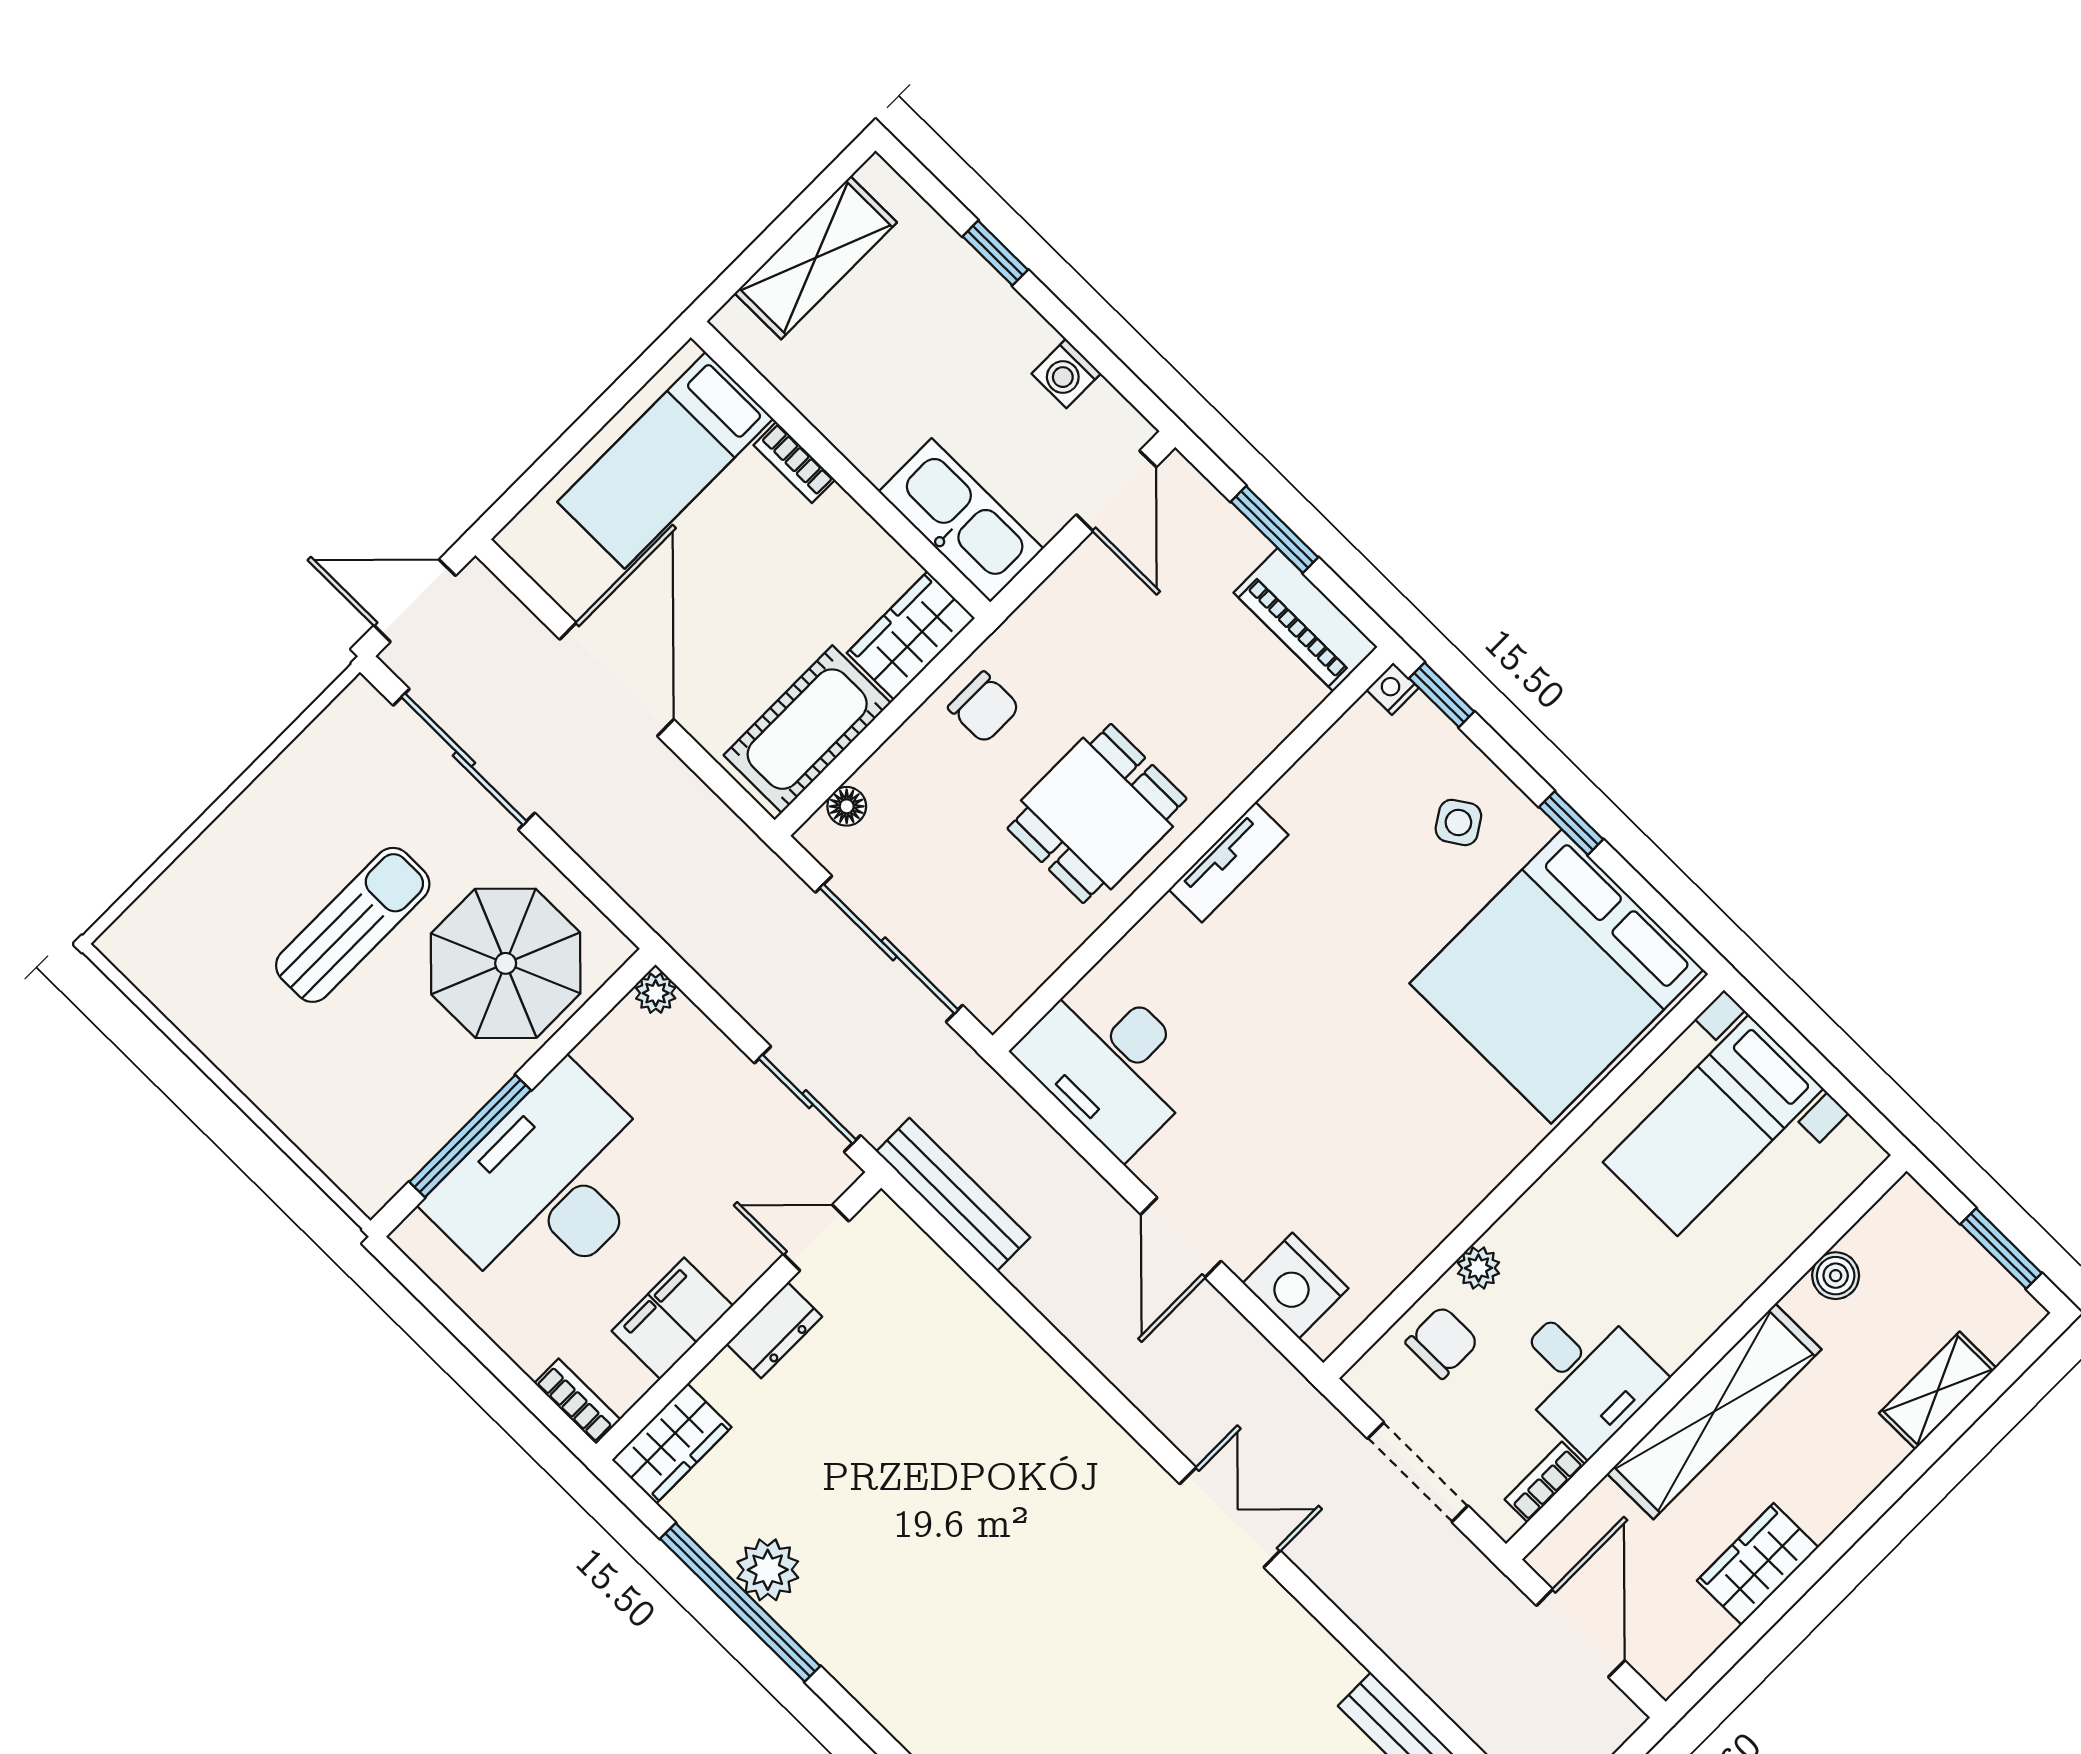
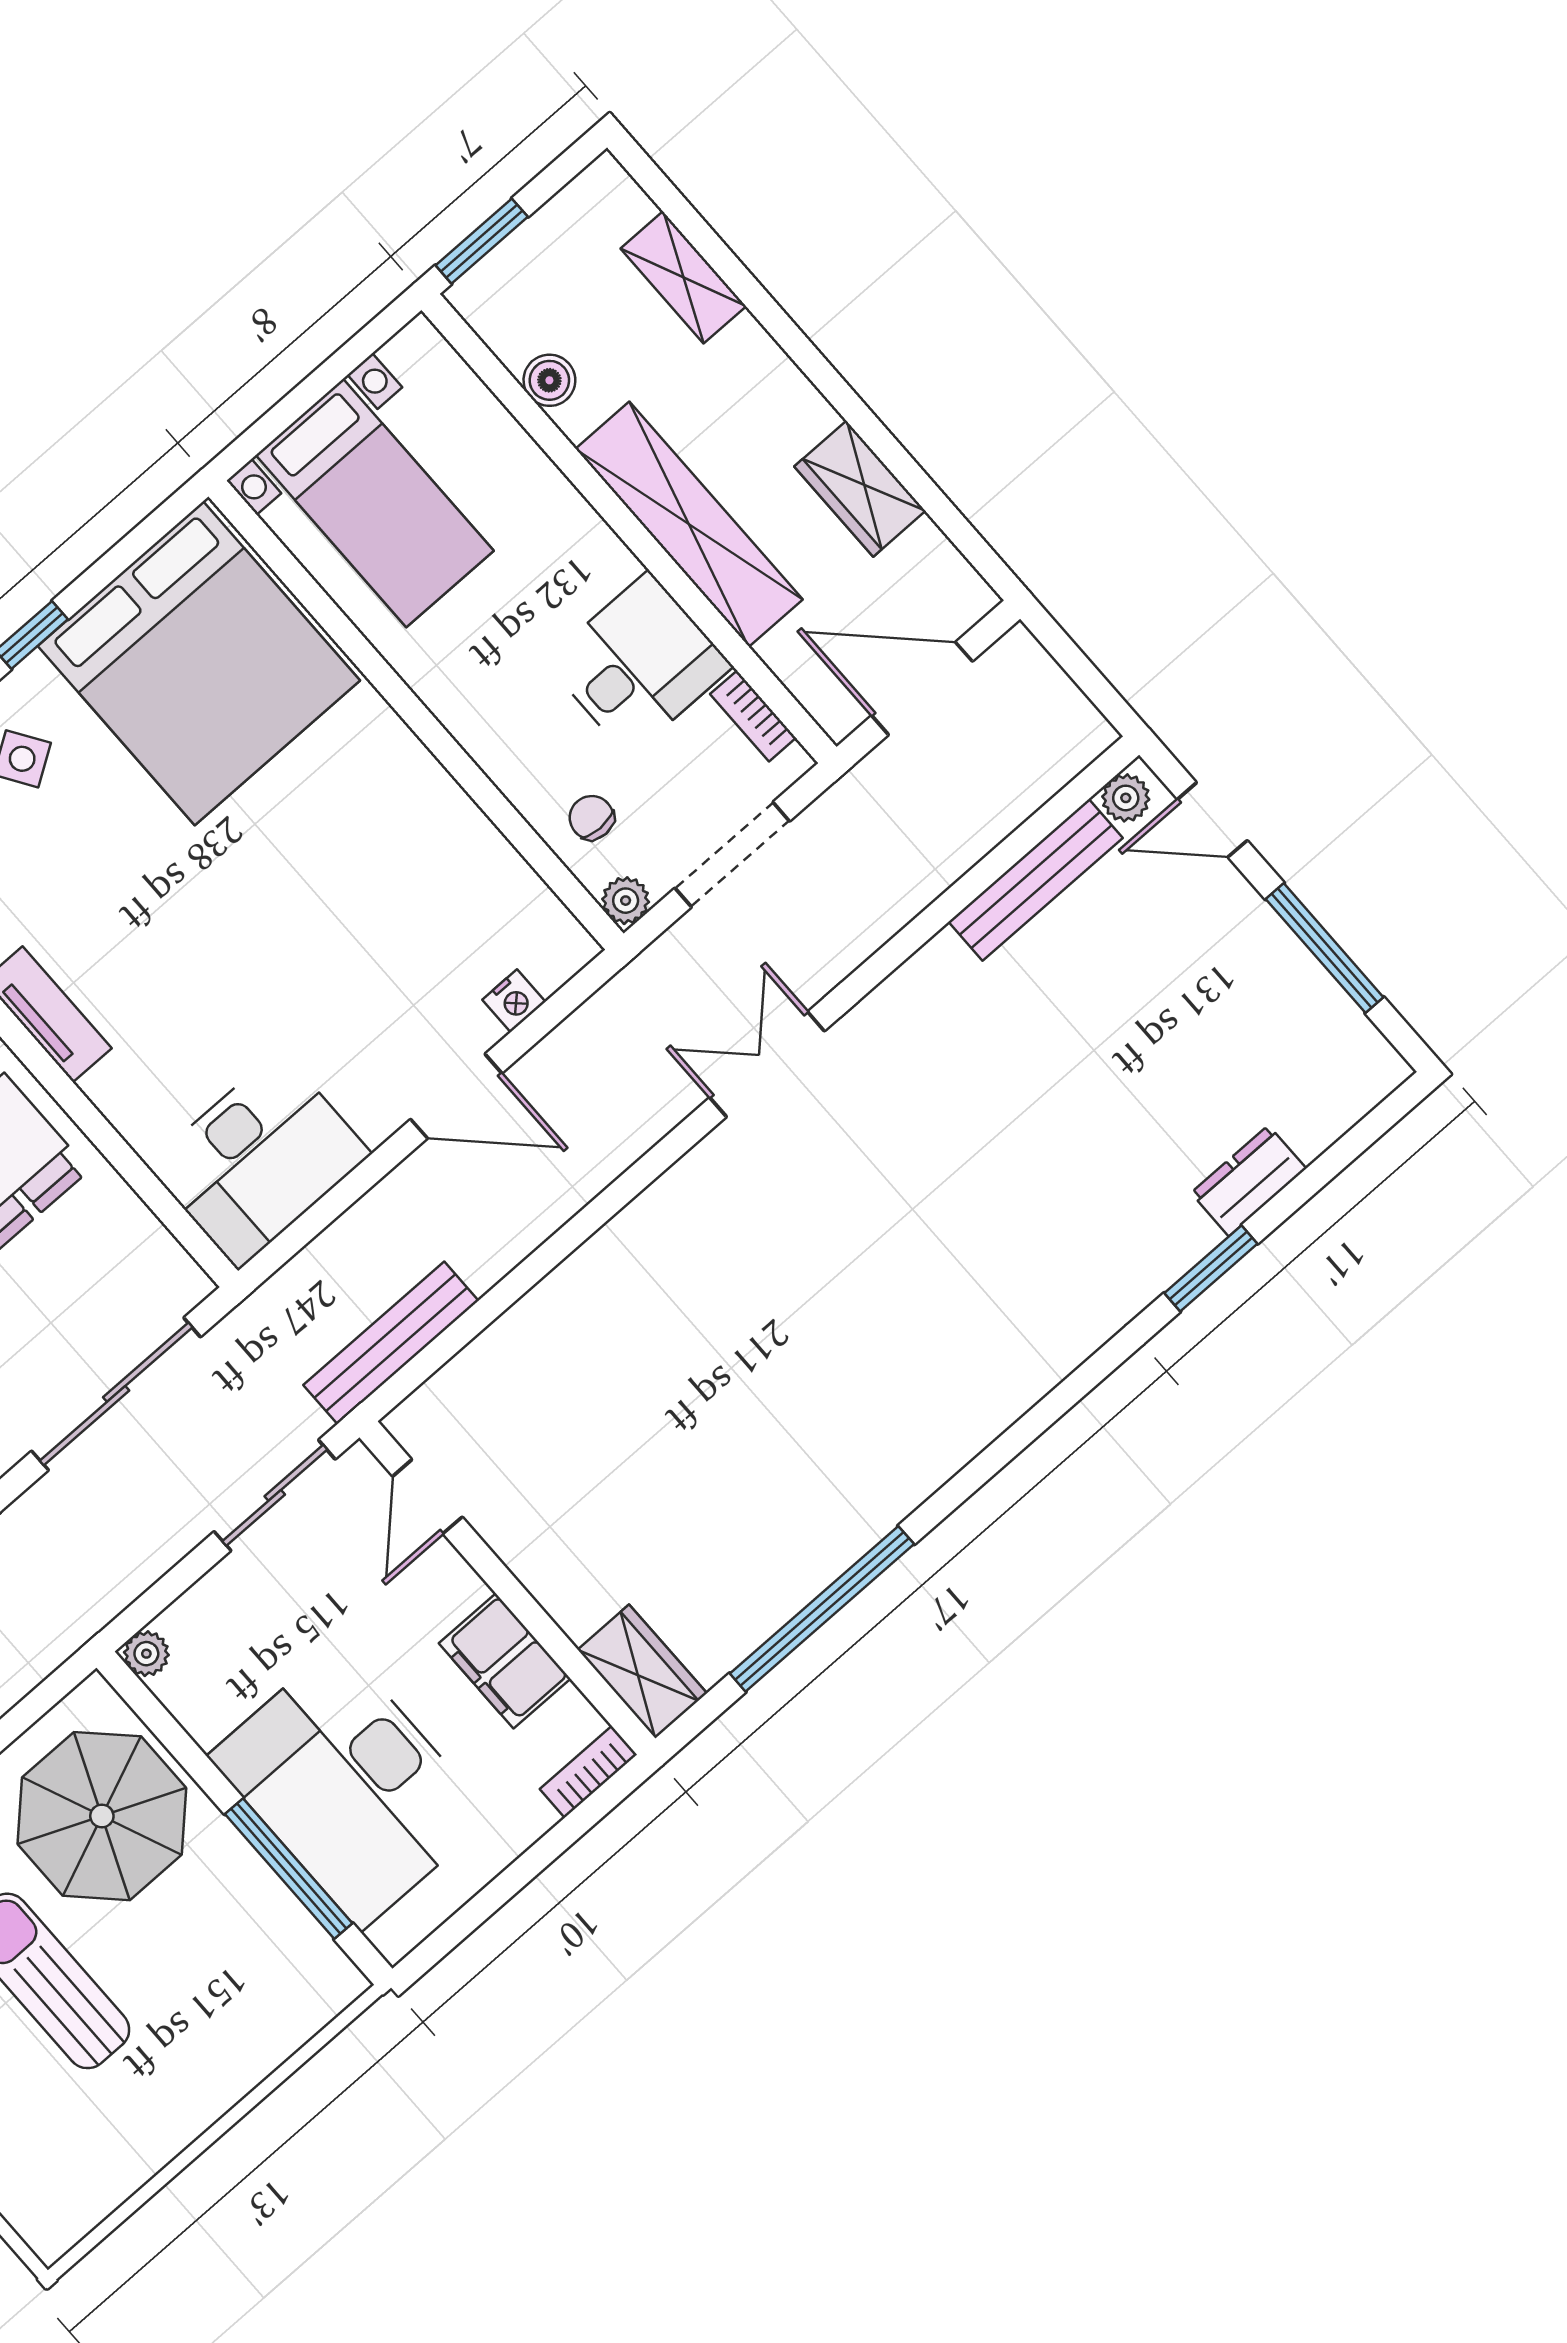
window: (2001, 1249) -> (482, 241), moved
plant: (1478, 1268) -> (626, 901), moved
nightstand: (1295, 1286) -> (514, 1001), width x0.53, depth x0.56
dresser: (774, 1330) -> (526, 1550), removed
chair: (1442, 1342) -> (592, 818), width x0.73, depth x0.73
plant: (768, 1570) -> (788, 1576), removed

